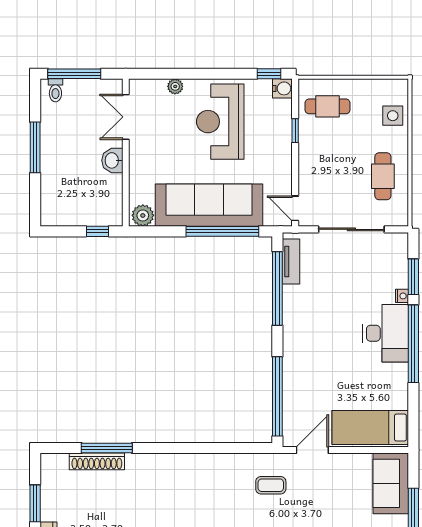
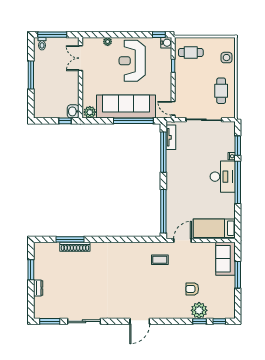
washbasin: (112, 160) -> (73, 111), moved
shoe rack: (97, 461) -> (75, 247), moved

